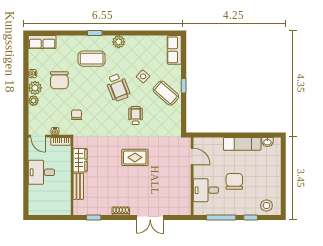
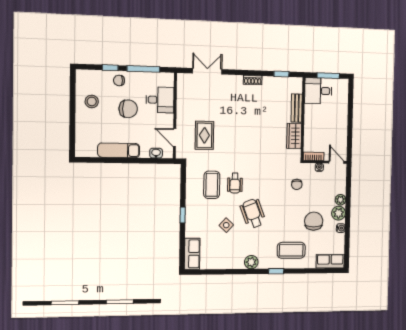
coffee table: (92, 59) -> (291, 250), moved
coffee table: (166, 93) -> (212, 185), moved, turned 49
washbasin: (267, 142) -> (156, 153), moved
rug: (135, 157) -> (204, 135), moved, turned 90
desk: (41, 172) -> (318, 91), moved, turned 180
chair: (234, 181) -> (128, 109), turned -90
stool: (267, 205) -> (92, 101), moved
chair: (243, 206) -> (119, 80), added
window: (48, 218) -> (328, 76), added
double door: (150, 218) -> (207, 71), moved

